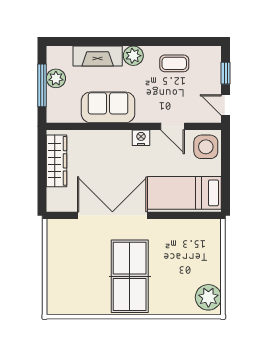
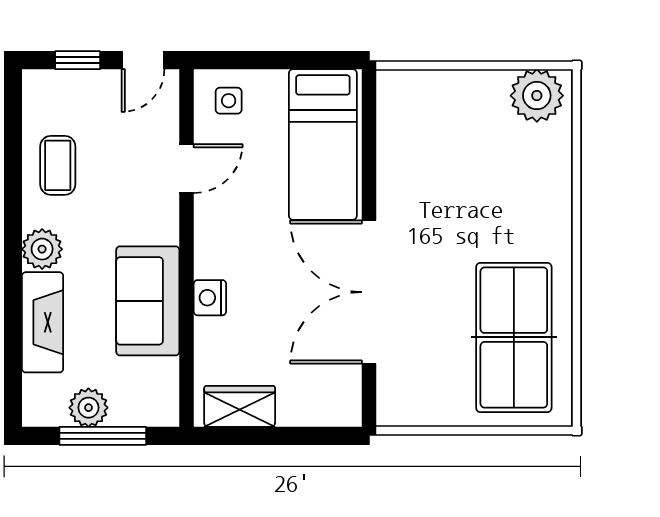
nightstand: (141, 138) -> (210, 298), moved
side table: (206, 147) -> (229, 101), width x0.54, depth x0.54
wardrobe: (56, 161) -> (240, 406), width x0.67
table tennis table: (130, 276) -> (514, 337), moved, turned 90

